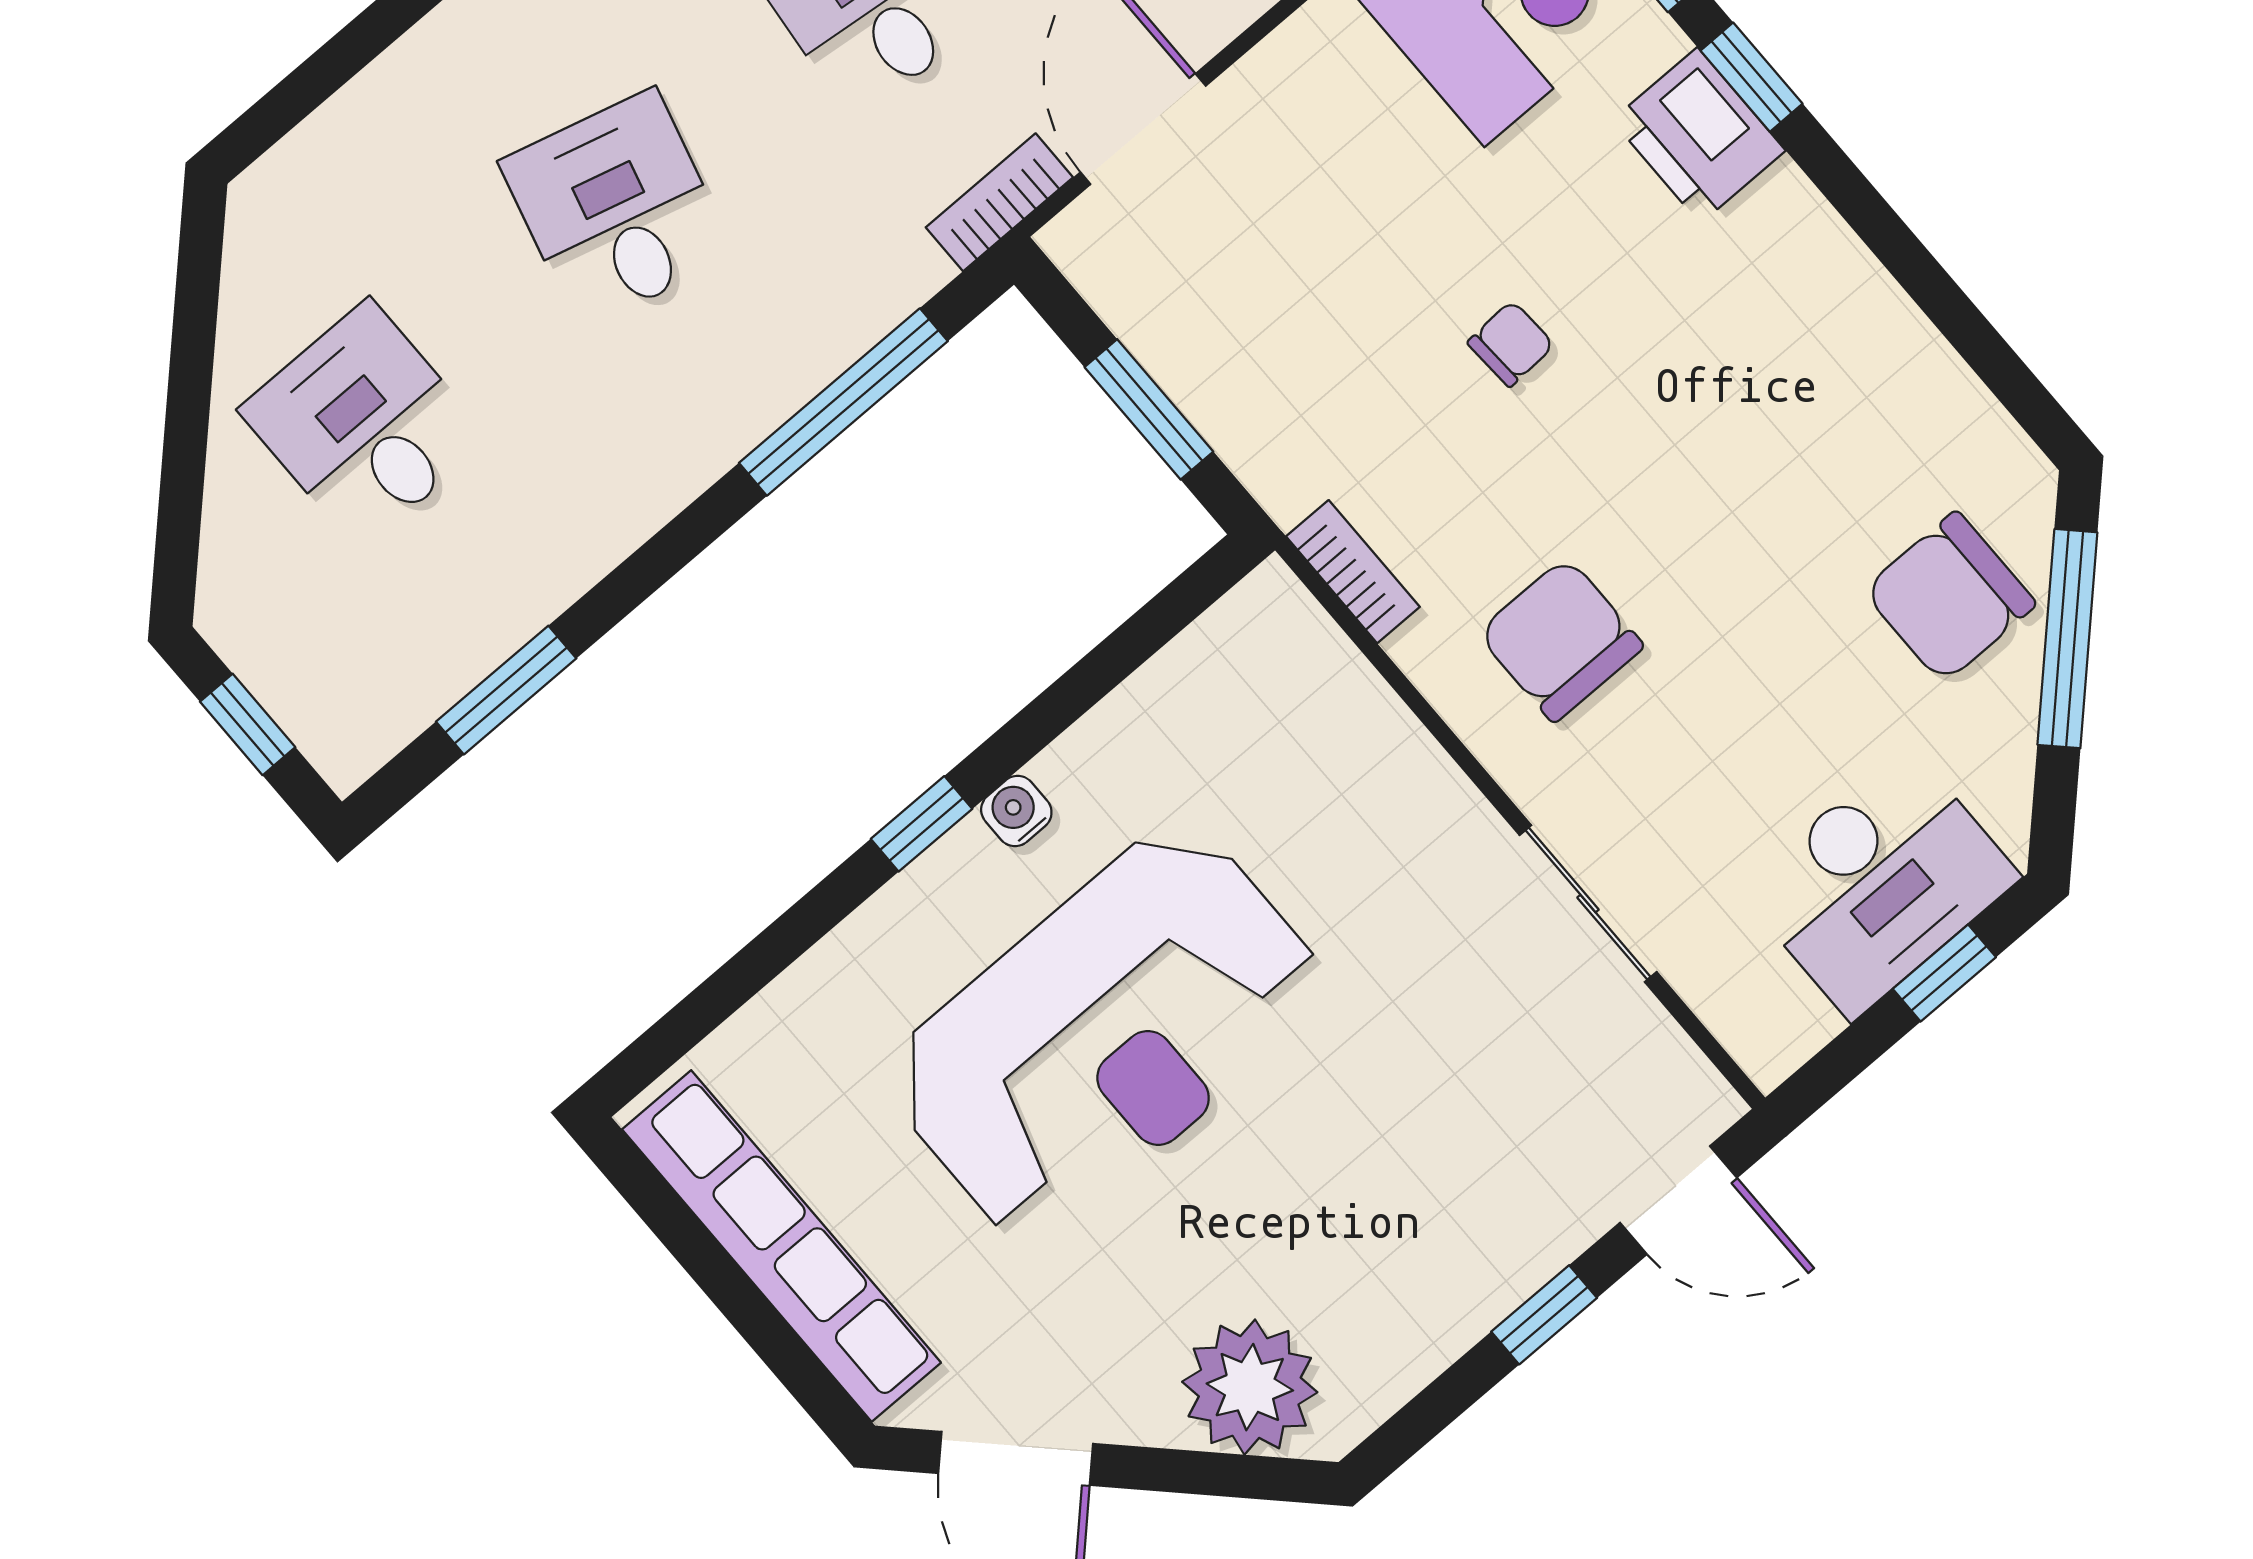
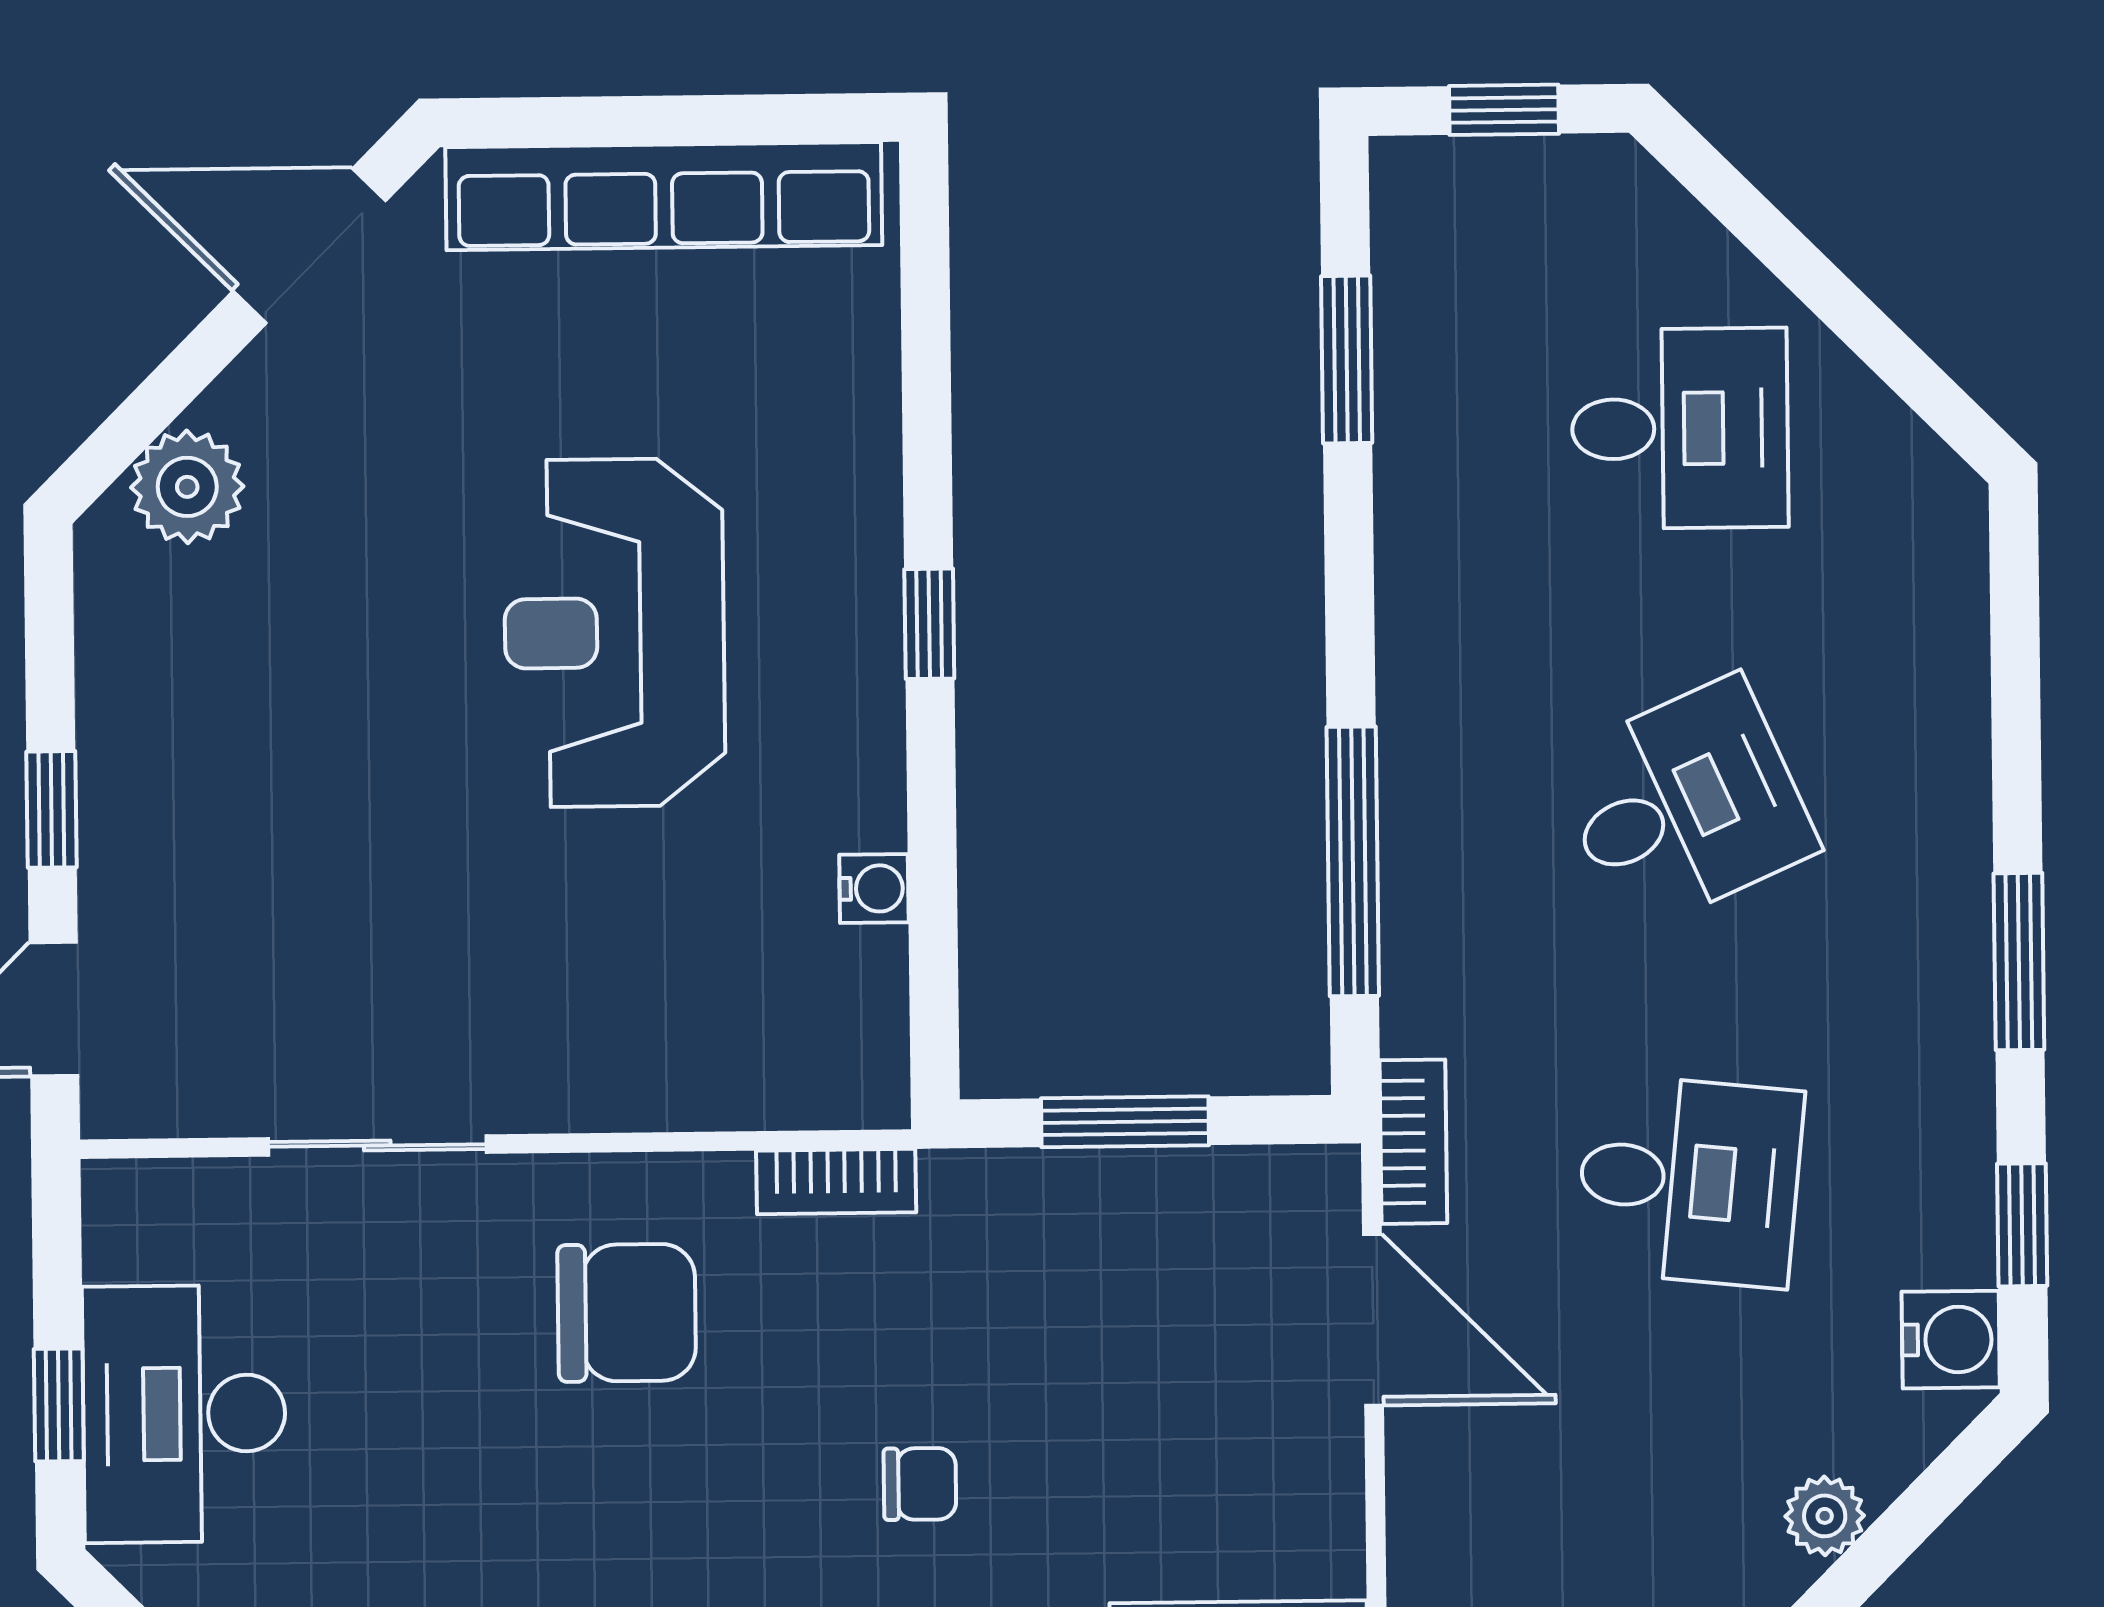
desk: (617, 209) -> (1685, 805), turned -39
chair: (1511, 344) -> (920, 1484), turned -87
water cooler: (1016, 811) -> (874, 889), moved
reception desk: (1106, 1033) -> (614, 633), width x0.74, depth x0.77
plant: (1250, 1387) -> (187, 487), width x0.73, depth x0.73

